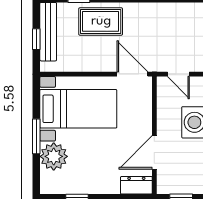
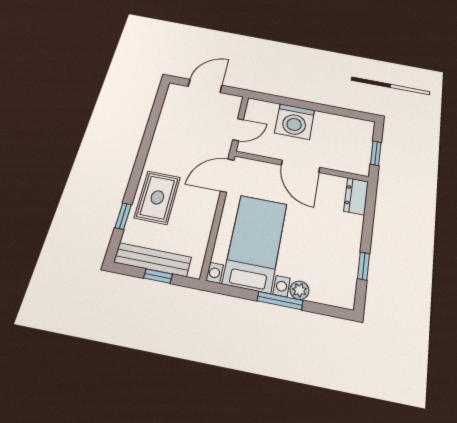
door: (154, 152) -> (300, 166), moved
plant: (54, 156) -> (299, 290), width x0.53, depth x0.53

